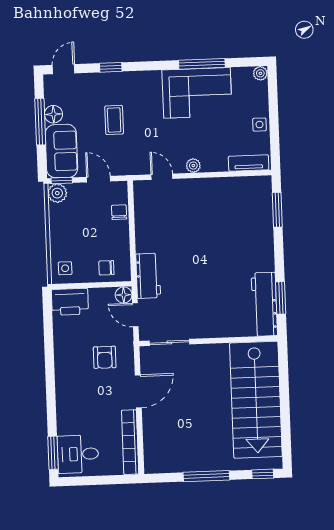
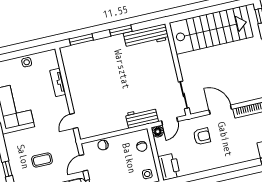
tv unit: (249, 163) -> (58, 82), moved
plant: (193, 166) -> (62, 101), removed
window: (281, 298) -> (121, 31), moved

